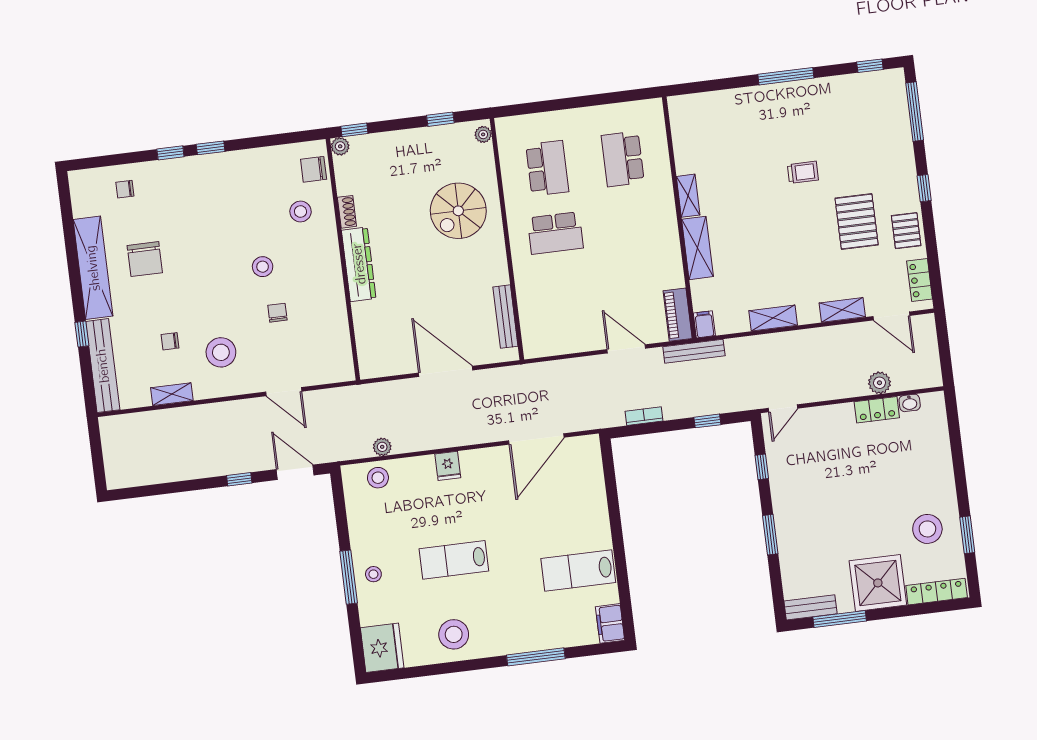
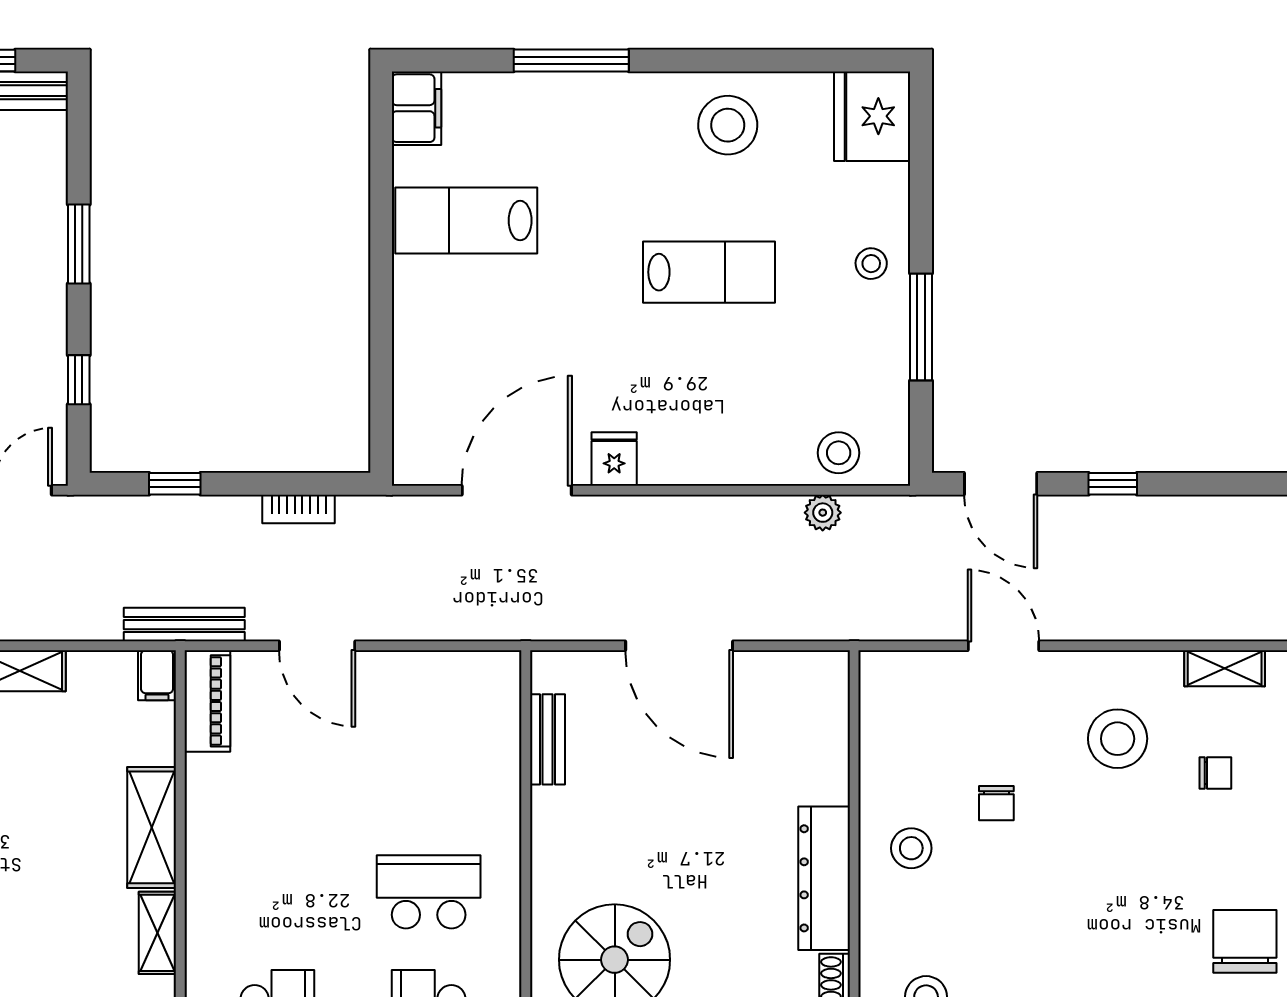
stool: (263, 267) -> (911, 848), moved
bench: (505, 317) -> (547, 739), width x0.73
fridge: (448, 466) -> (614, 459), moved
lab bench: (578, 570) -> (466, 221), turned 180
window: (349, 577) -> (921, 327), moved

